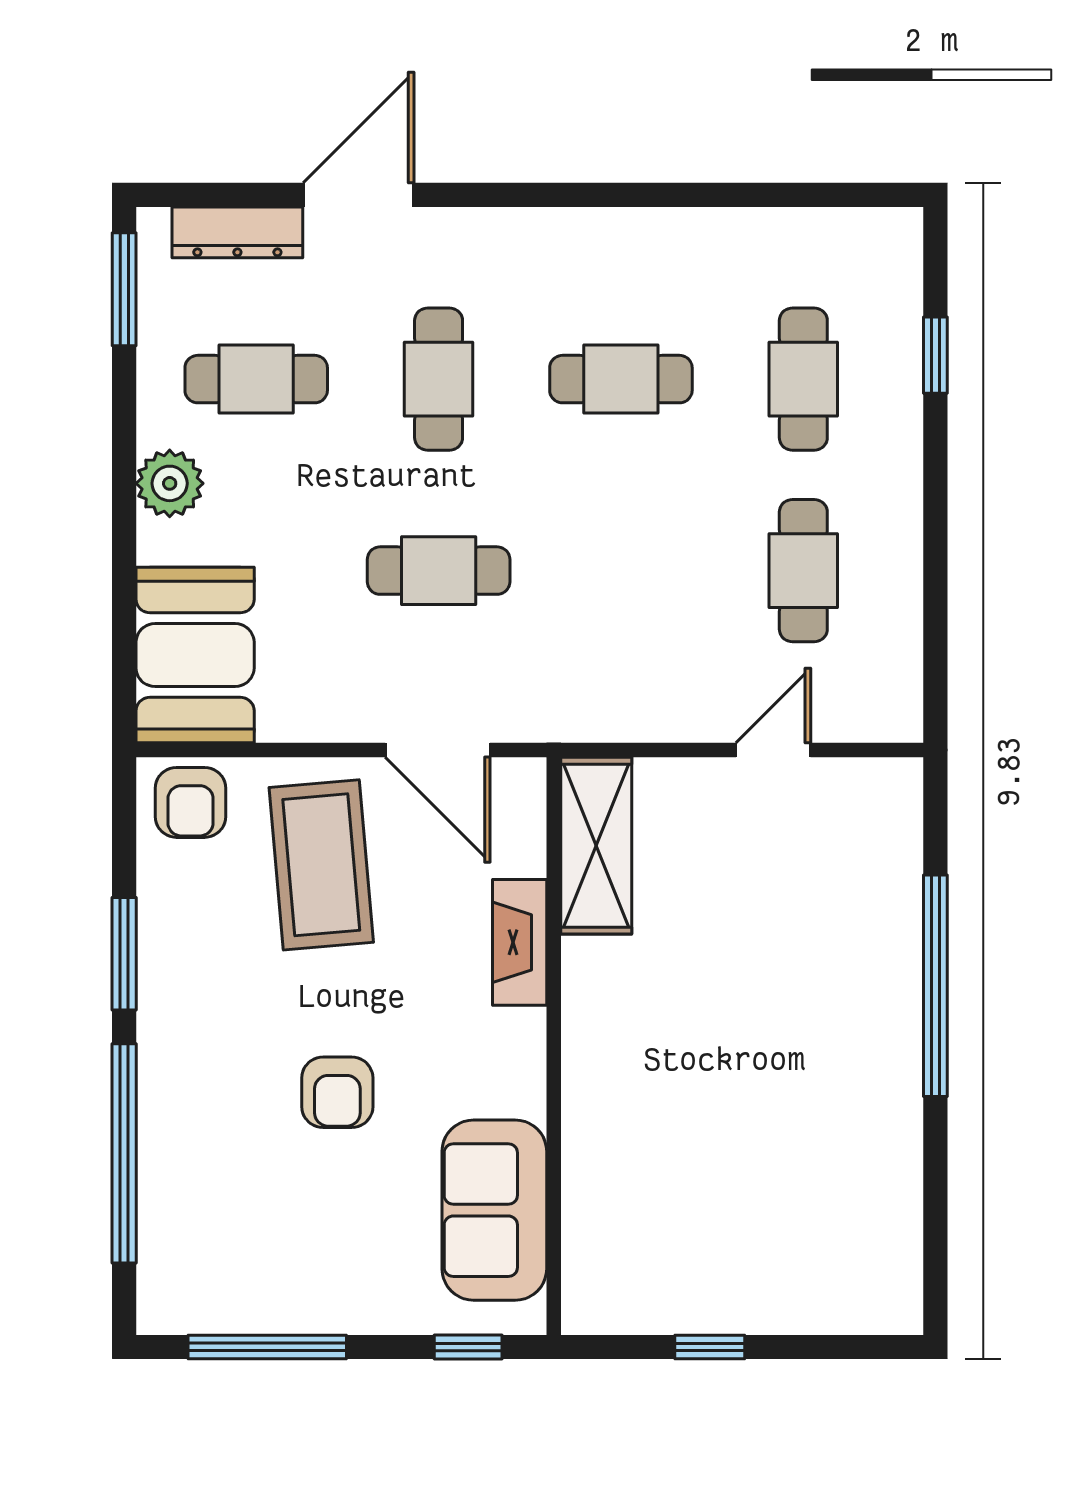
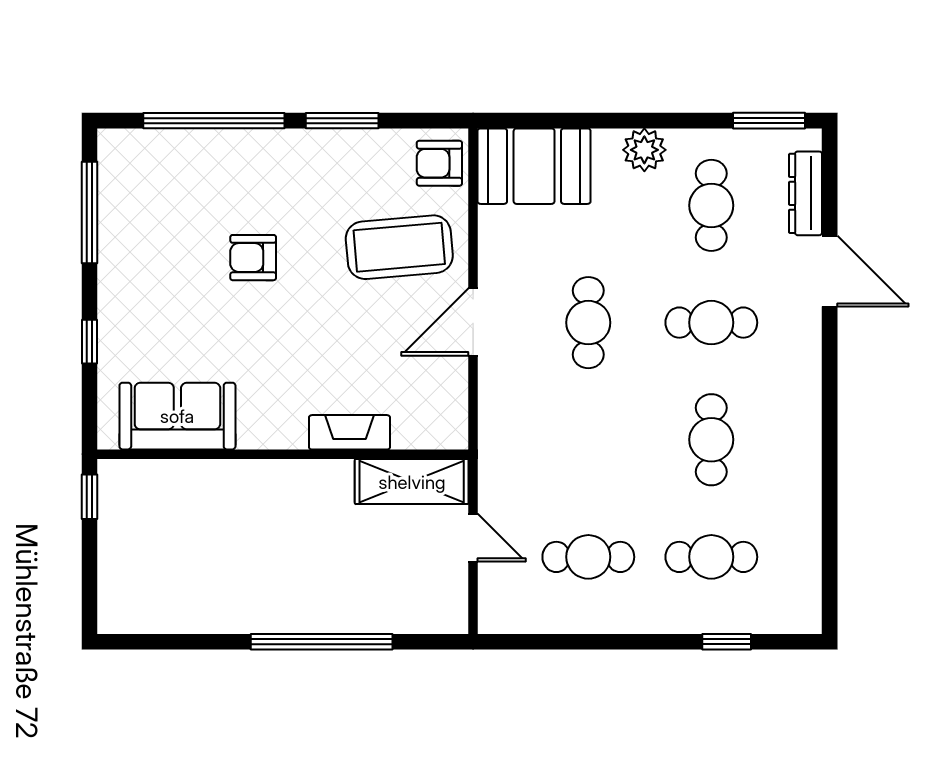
shelving: (596, 846) -> (412, 482), moved
fireplace: (520, 942) -> (349, 432), moved
wall: (554, 1046) -> (283, 454), moved
sofa: (494, 1210) -> (177, 416), moved

